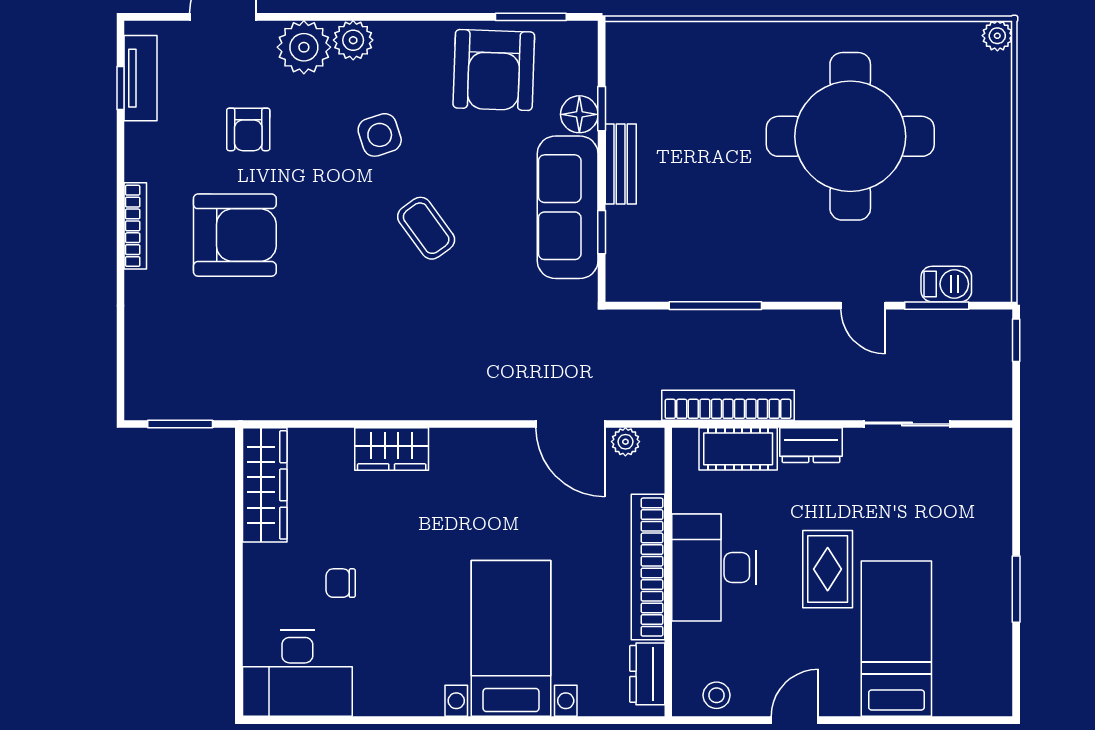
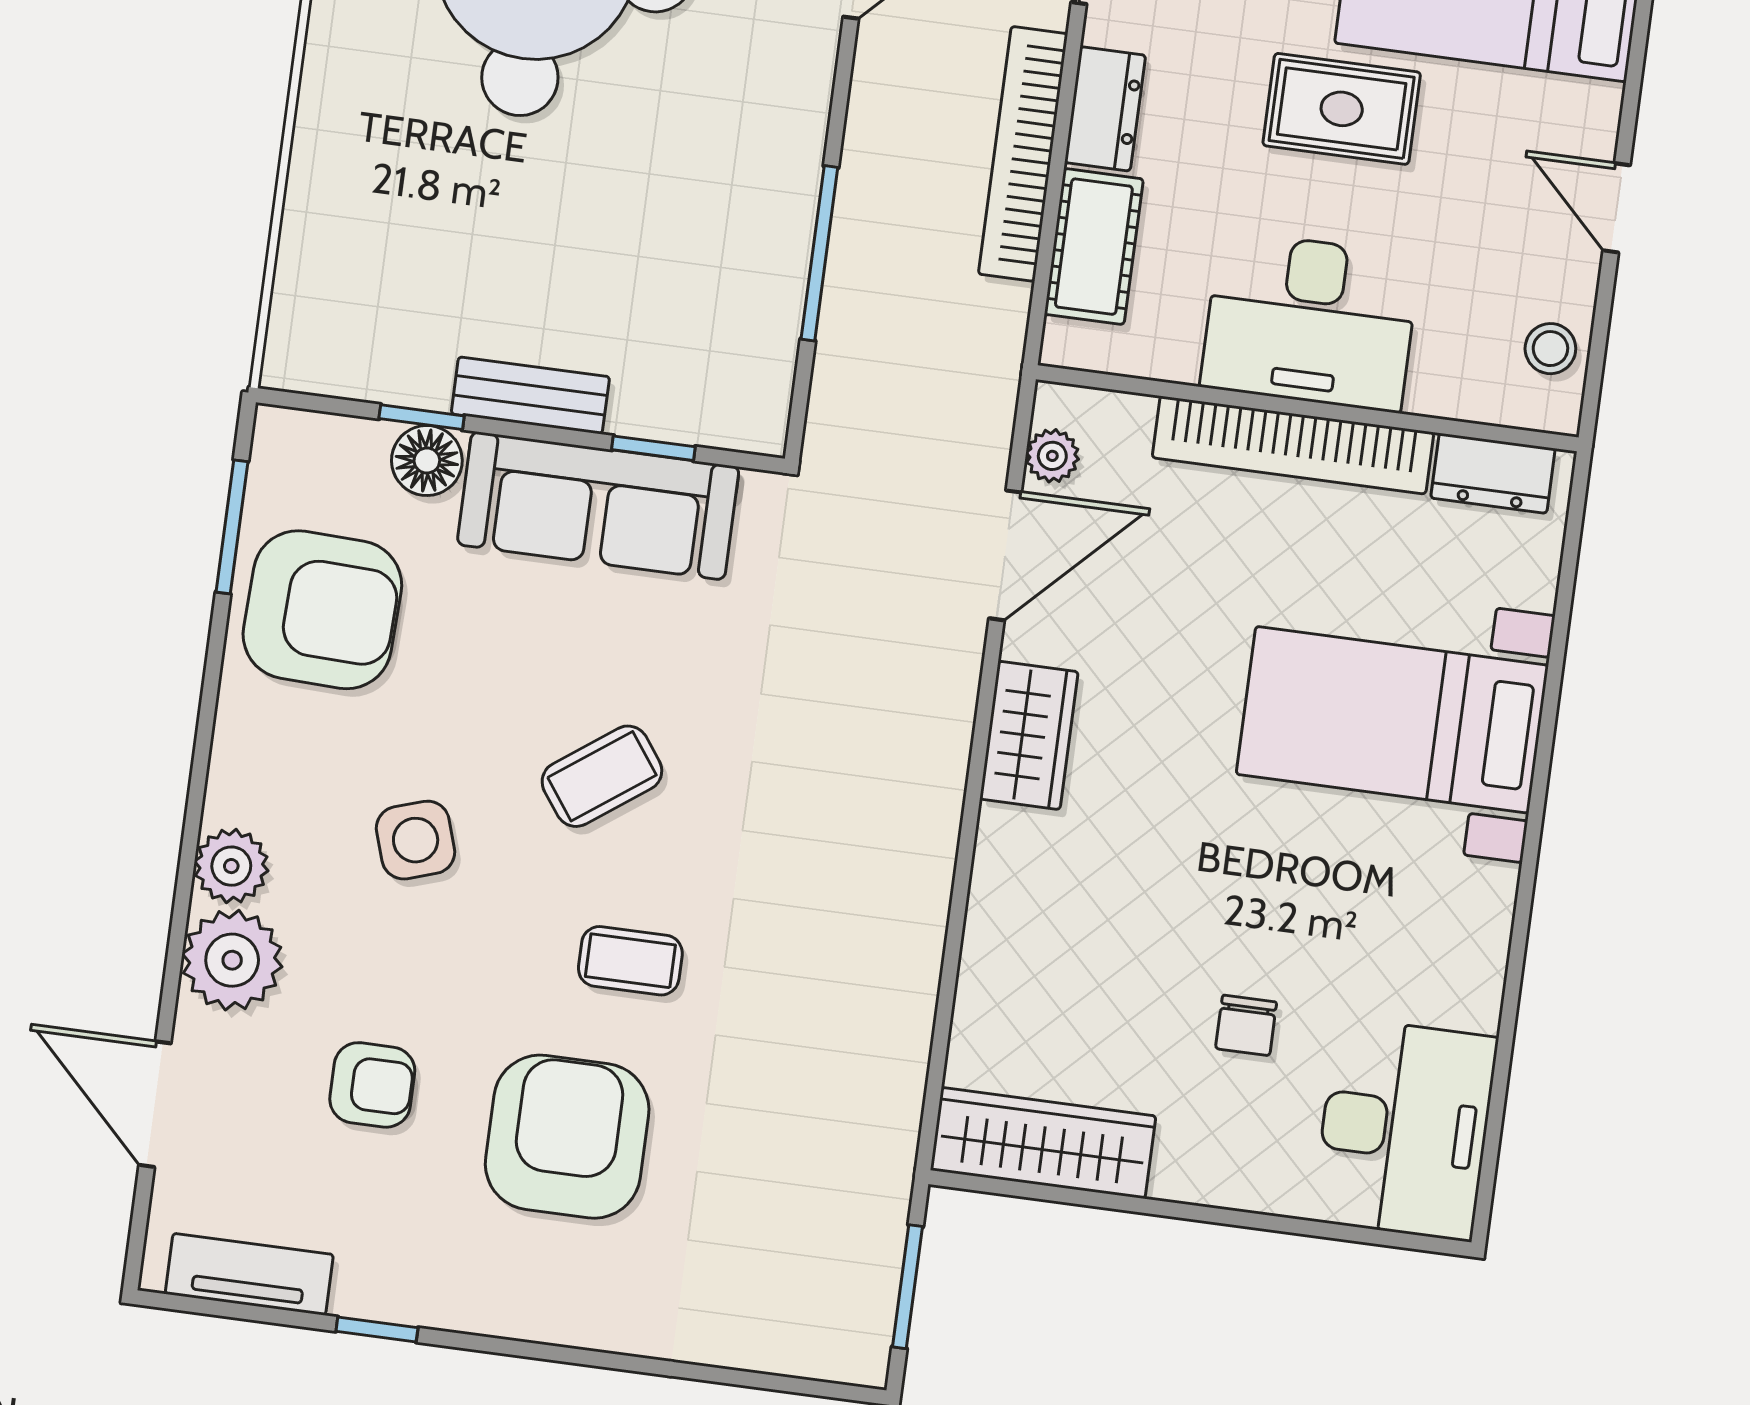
window: (121, 88) -> (377, 1329), moved
bookcase: (135, 226) -> (525, 1321), removed
coffee table: (331, 256) -> (630, 961), added
bookcase: (728, 405) -> (1023, 154), moved
wardrobe: (392, 449) -> (1029, 735), moved

